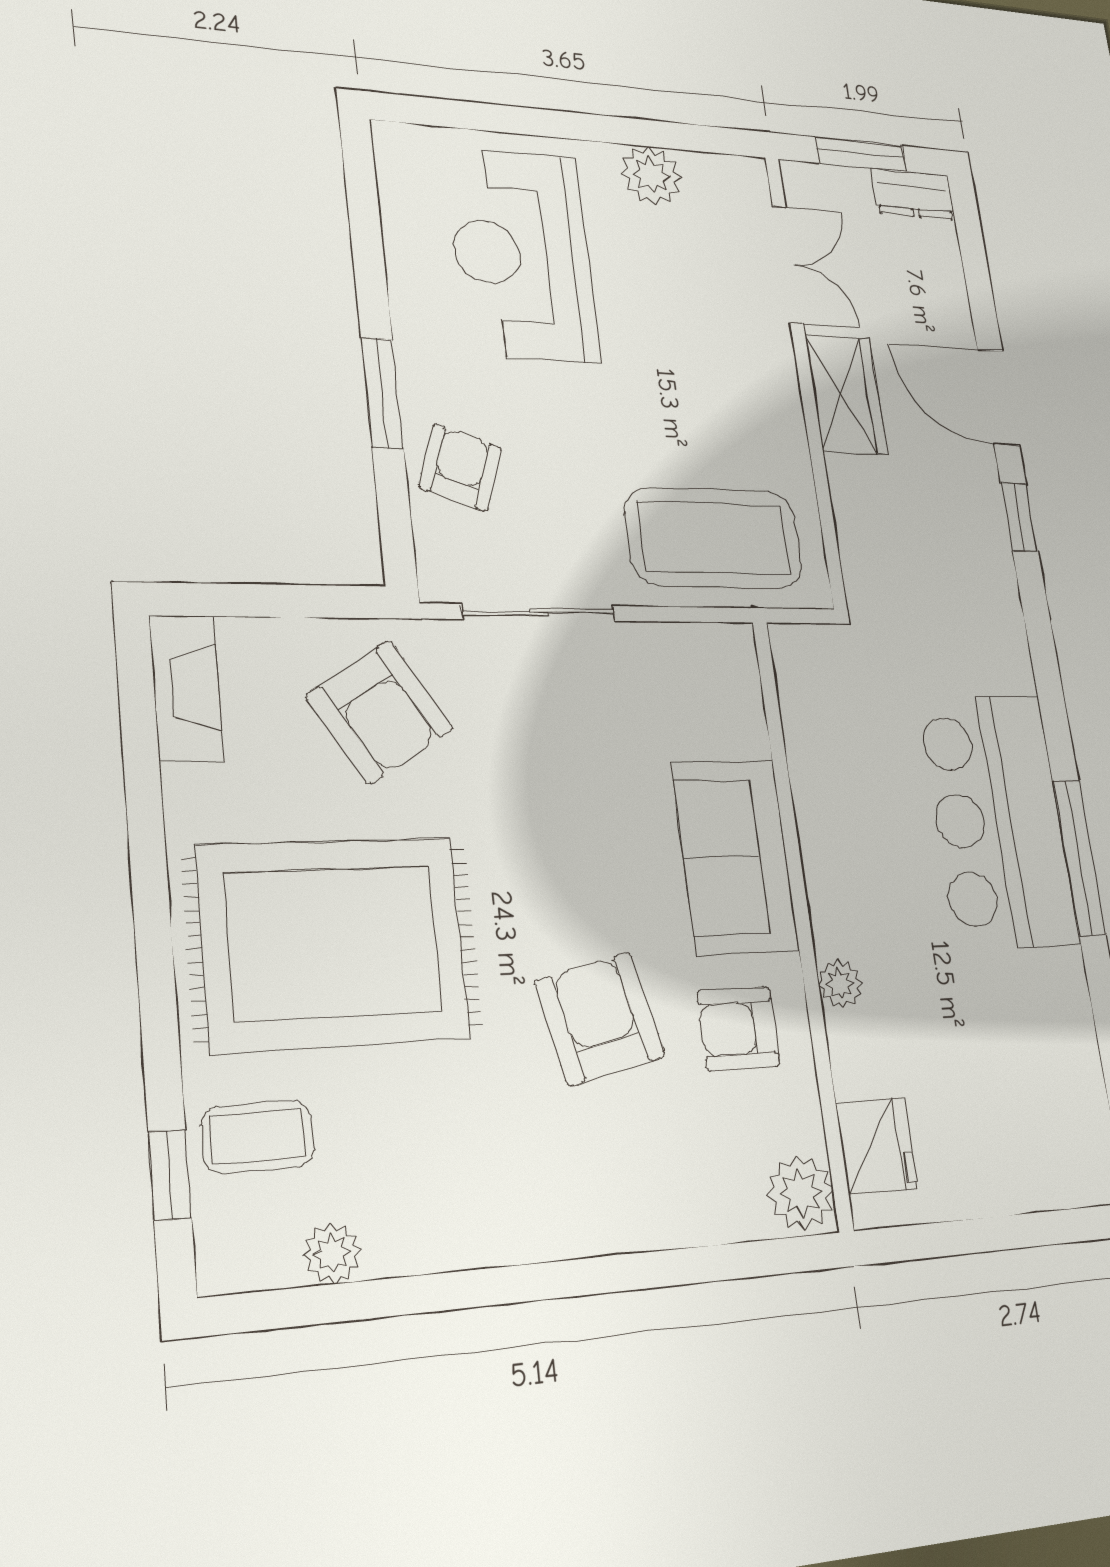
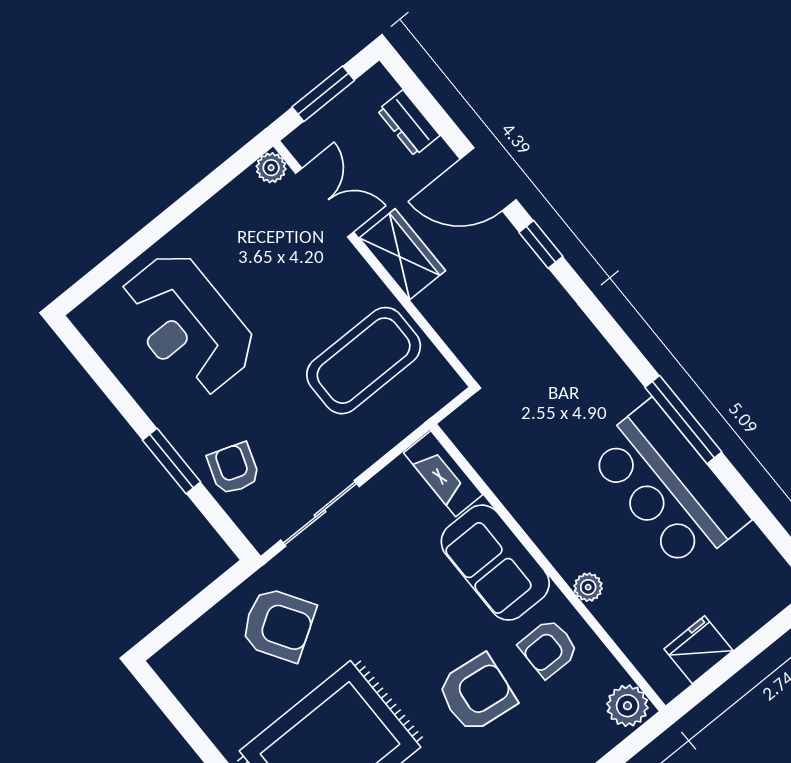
plant: (651, 175) -> (271, 168), moved, width x0.73, depth x0.73
dresser: (913, 194) -> (409, 123), moved, turned 90
coffee table: (714, 538) -> (364, 361), moved
fireplace: (186, 688) -> (443, 474), moved, turned 180
bar counter: (998, 820) -> (668, 486), moved
armchair: (600, 1019) -> (477, 693), turned 110
fridge: (877, 1145) -> (698, 650), moved, turned -90

